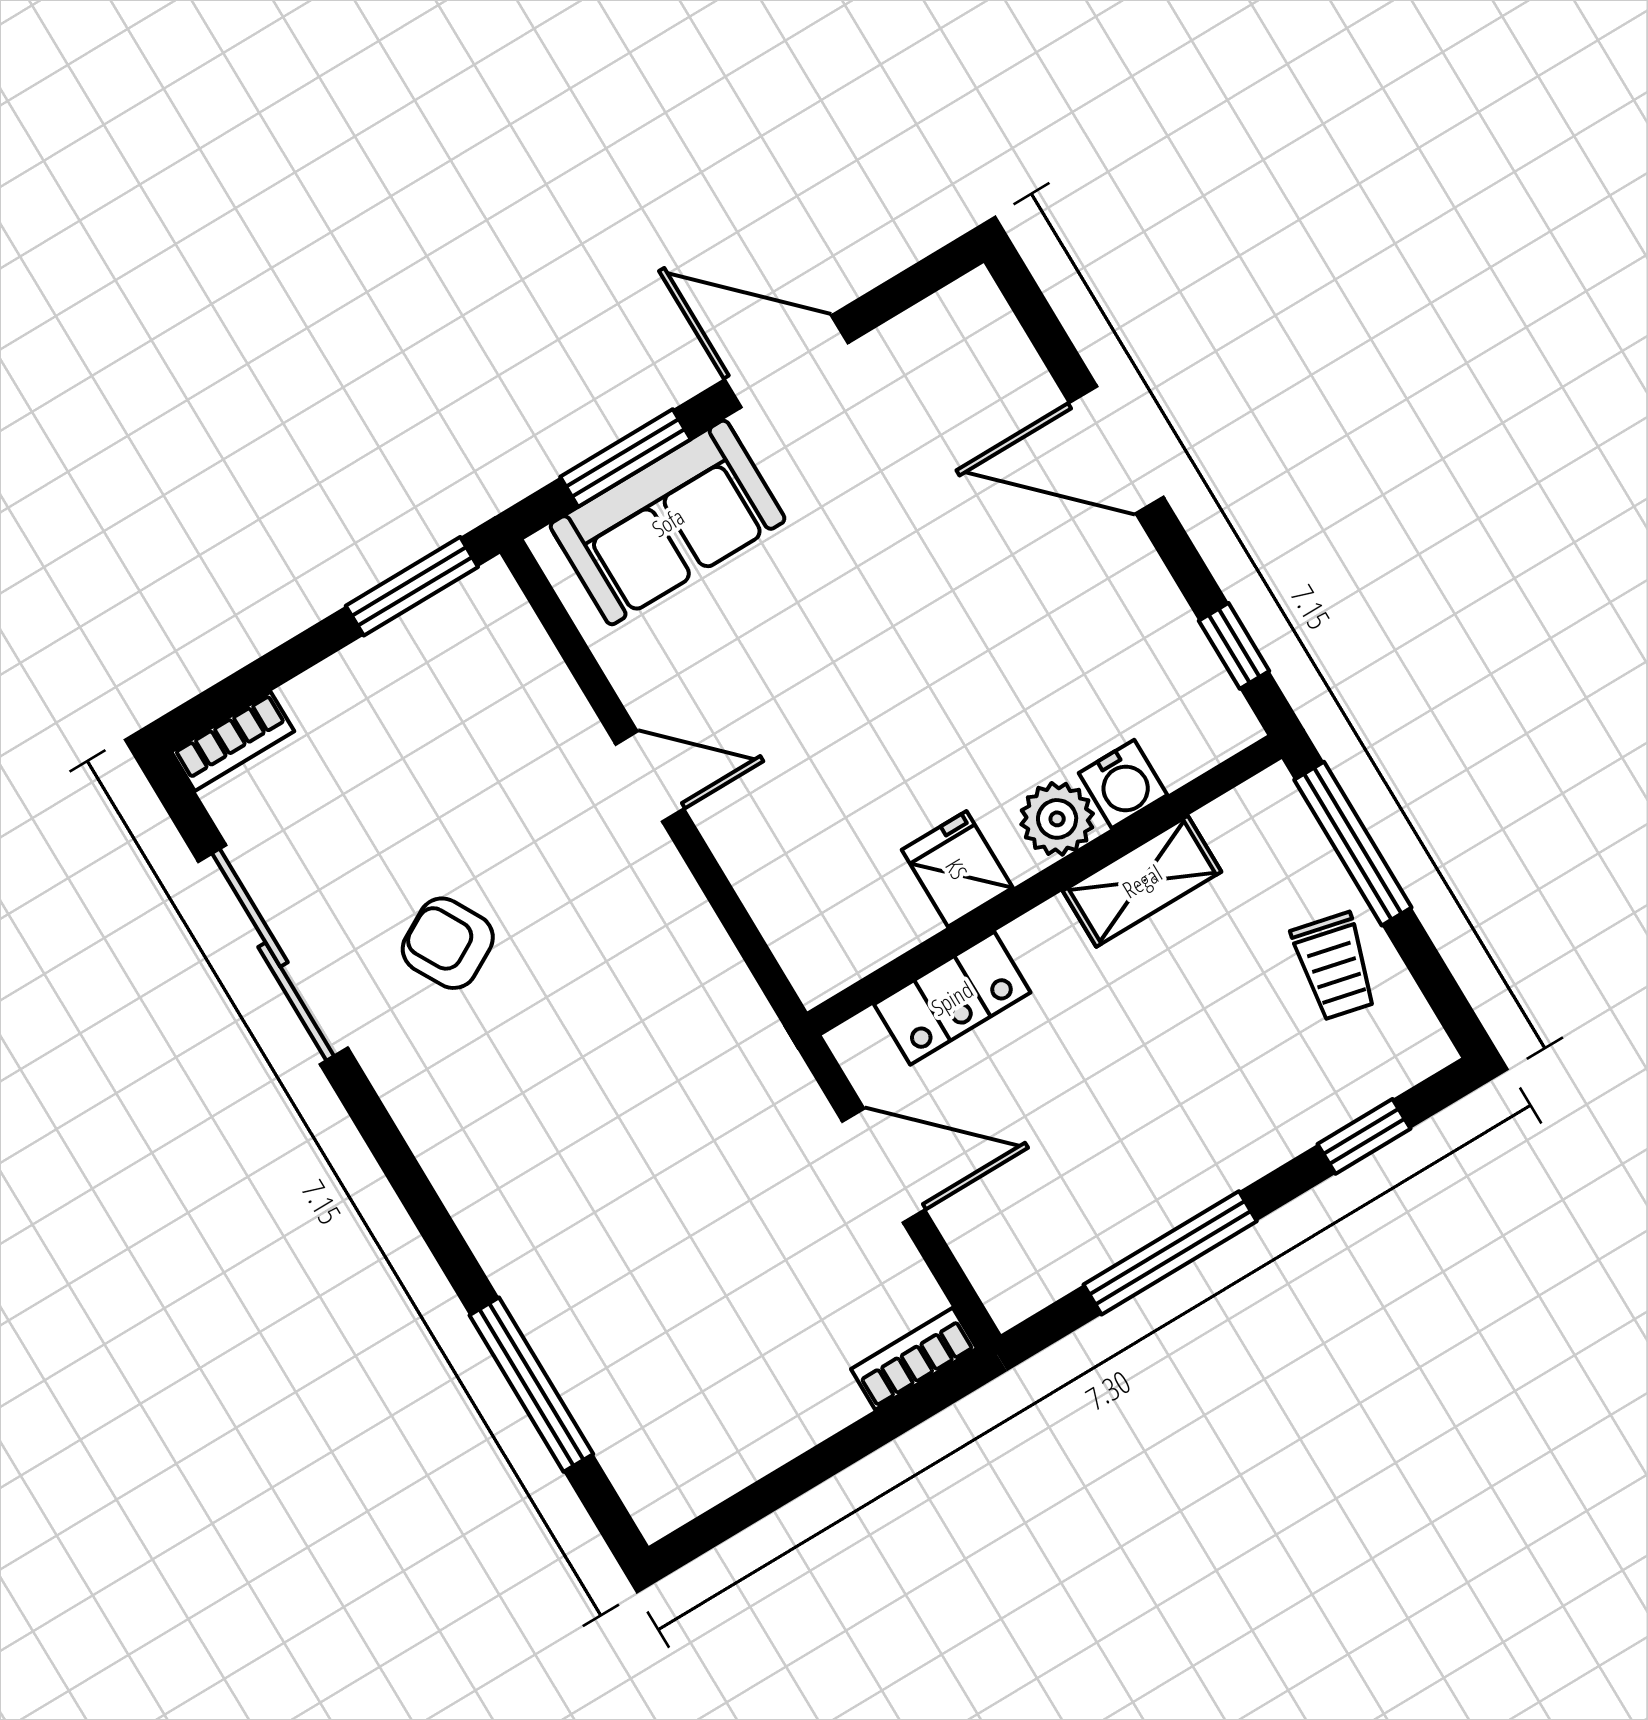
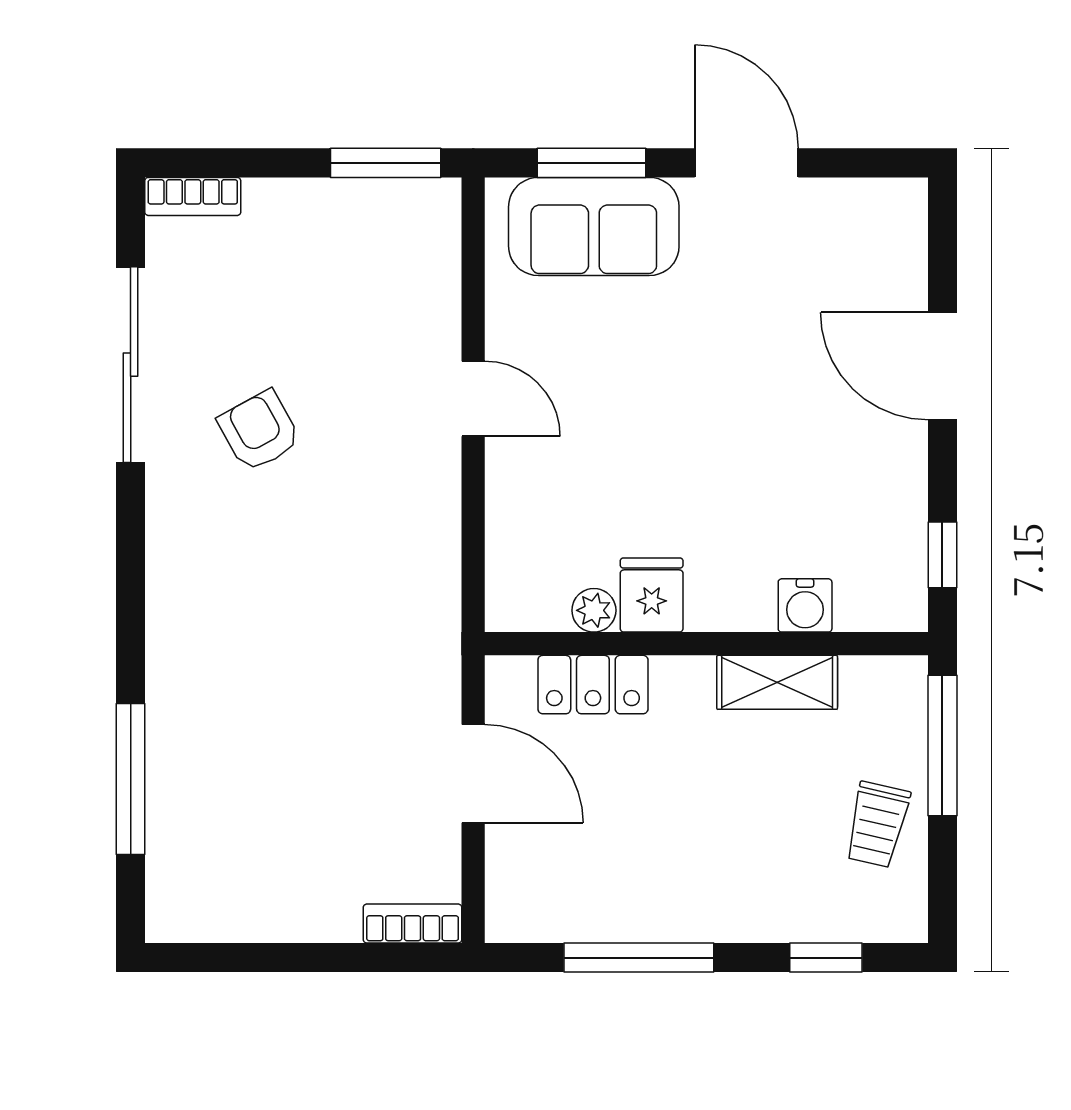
plant: (1057, 819) -> (594, 610), moved, width x0.73, depth x0.73

